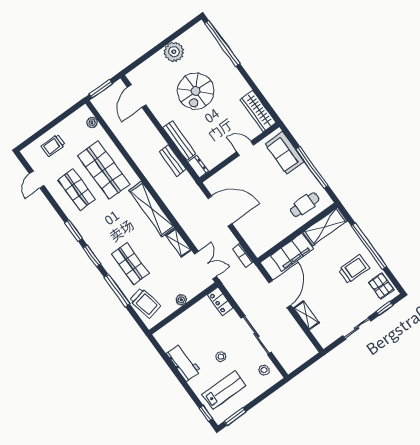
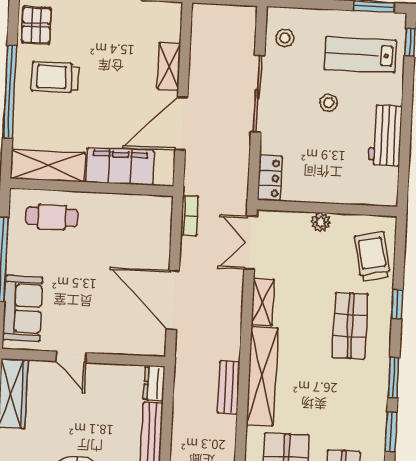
bench: (173, 161) -> (229, 387), moved
window: (117, 291) -> (397, 304), width x0.46

